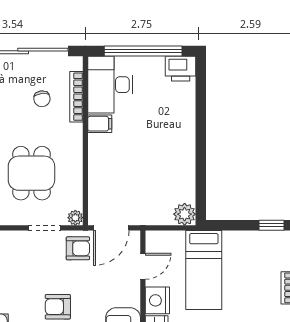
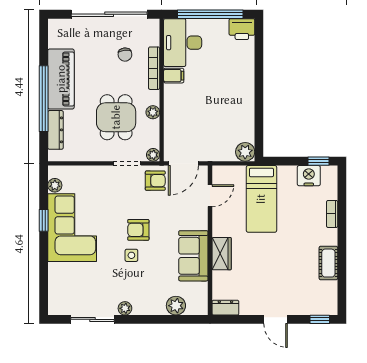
bookcase: (76, 97) -> (154, 68), moved
plant: (75, 167) -> (153, 112), added
nightstand: (157, 300) -> (309, 176), moved, turned 90

